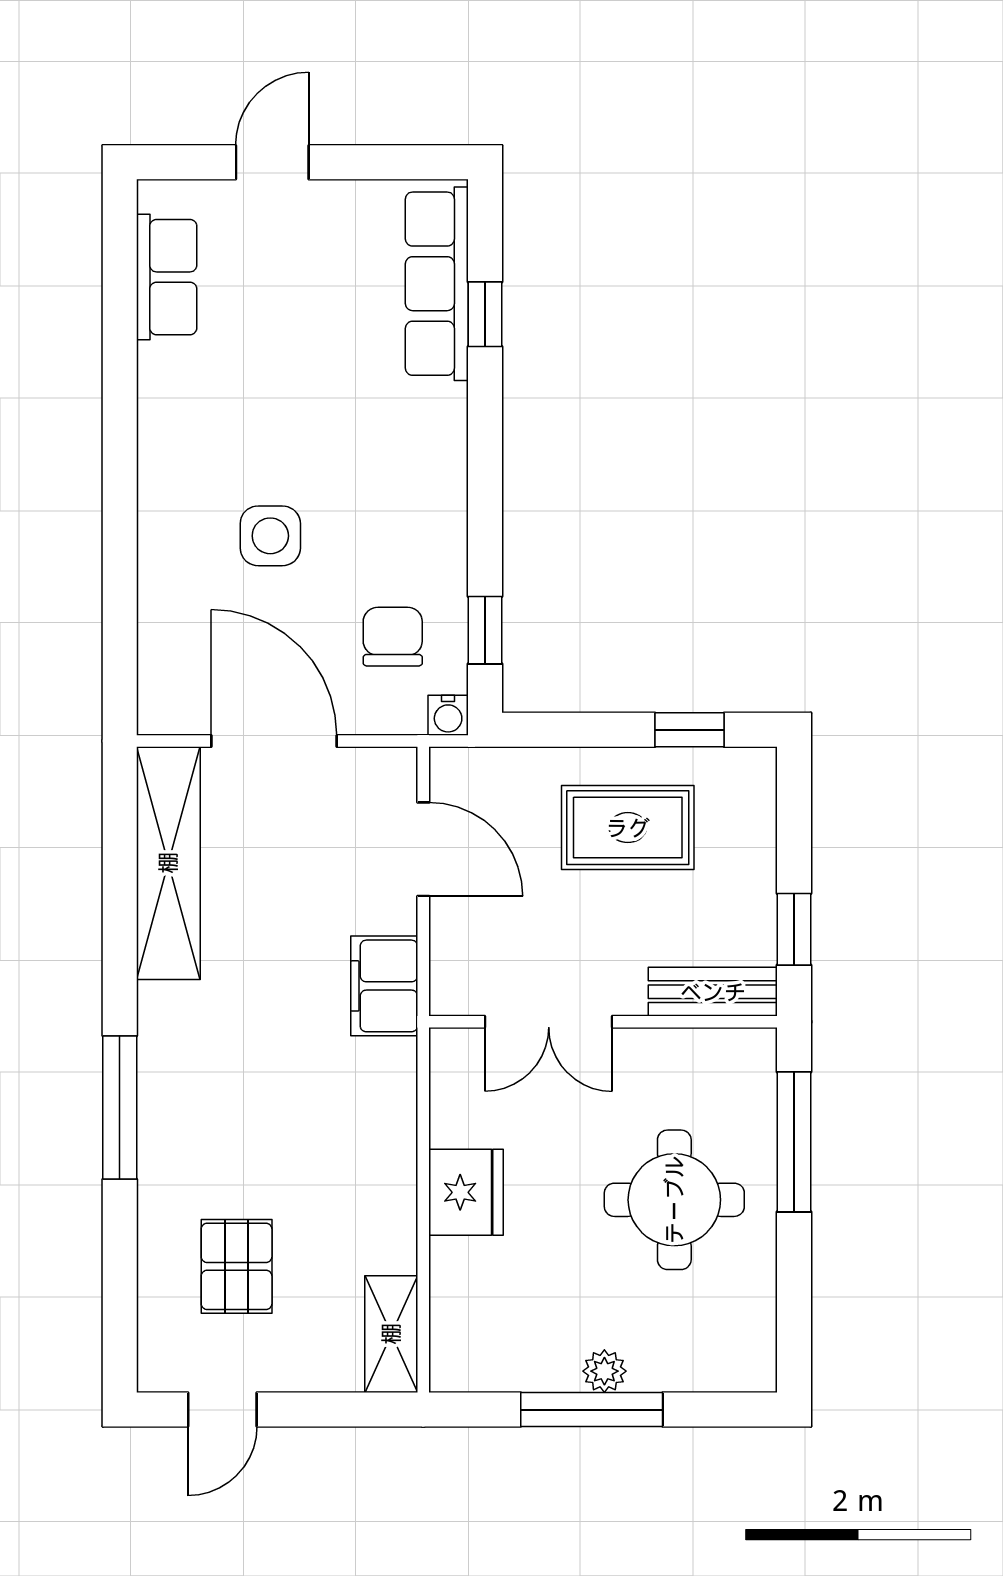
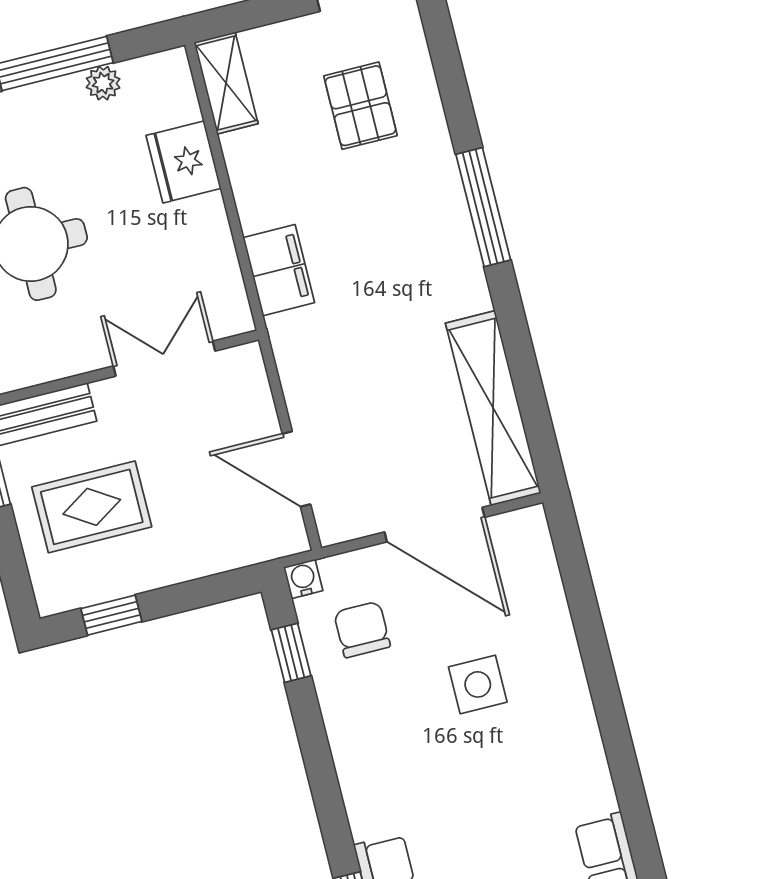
chair: (393, 637) -> (362, 630), turned 180
rug: (628, 828) -> (92, 507), moved
filing cabinet: (384, 986) -> (279, 270), moved
fridge: (466, 1192) -> (184, 162), moved
plant: (604, 1371) -> (103, 83), moved

